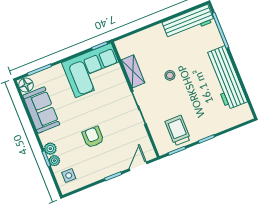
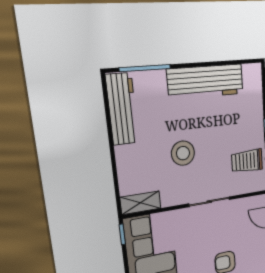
shelving: (133, 71) -> (141, 203), moved
stool: (170, 75) -> (183, 153), width x1.89, depth x1.89

